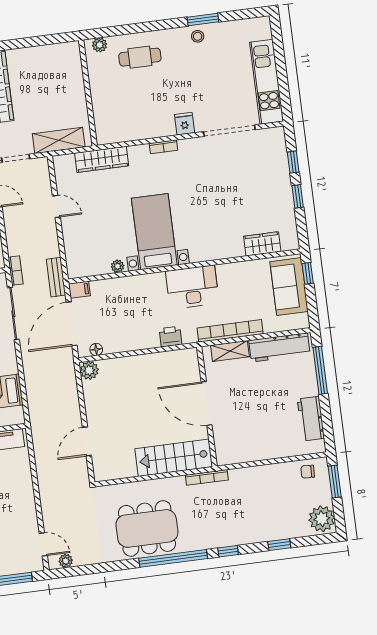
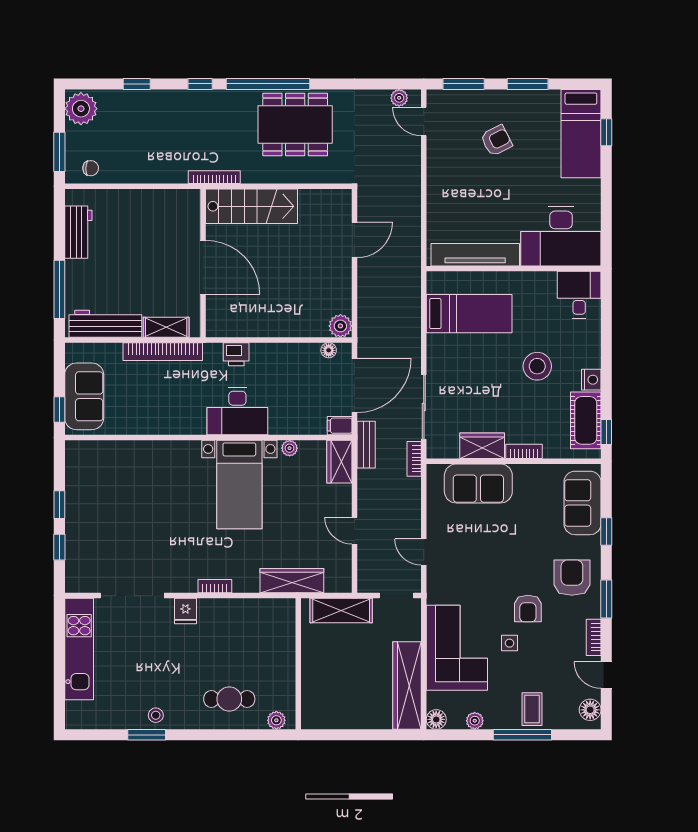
wardrobe: (262, 244) -> (339, 462), moved, turned 90
desk: (192, 287) -> (237, 411), moved

